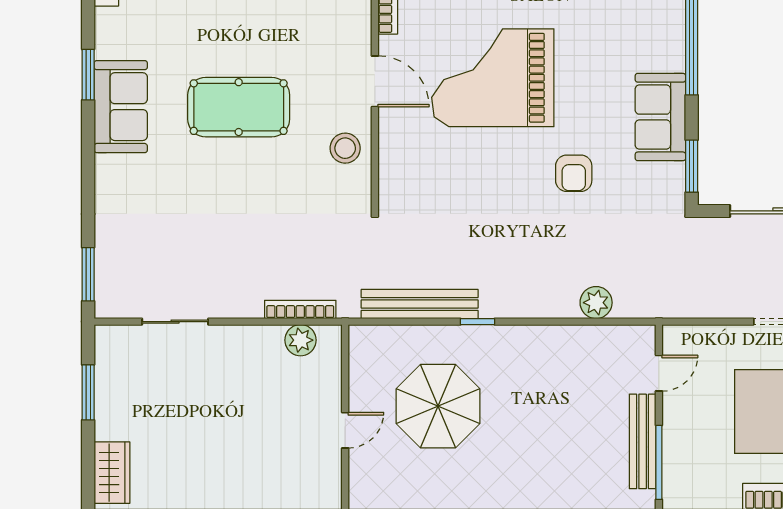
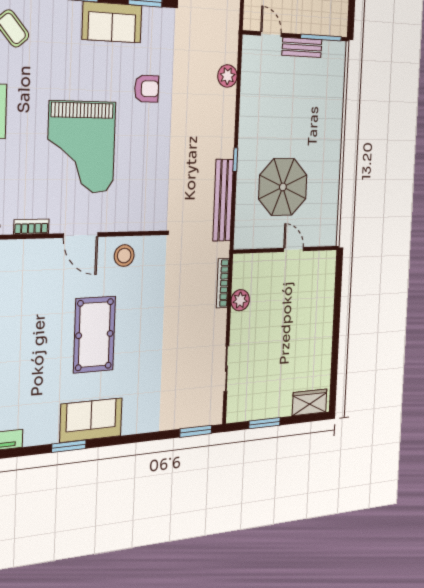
door: (375, 81) -> (81, 235), swing flipped
plant: (301, 340) -> (240, 300), moved
bench: (643, 441) -> (302, 47), width x0.73

